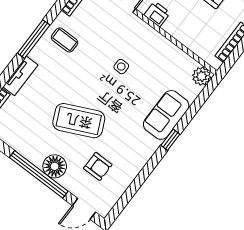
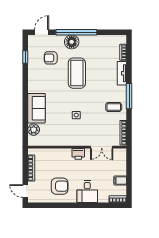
plant: (202, 76) -> (34, 130), moved
coffee table: (79, 121) -> (77, 73), turned -65
window: (170, 140) -> (25, 57), moved

